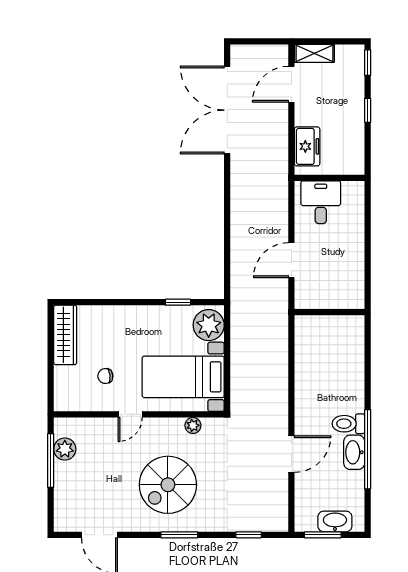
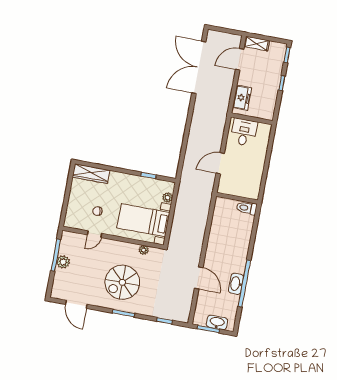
plant: (209, 325) -> (168, 198), width x0.53, depth x0.53
wardrobe: (65, 335) -> (91, 174), moved, turned 90
door: (130, 414) -> (95, 234), moved
toilet: (348, 424) -> (247, 208), moved
plant: (65, 449) -> (63, 262), moved
door: (291, 454) -> (199, 278), hinge flipped

